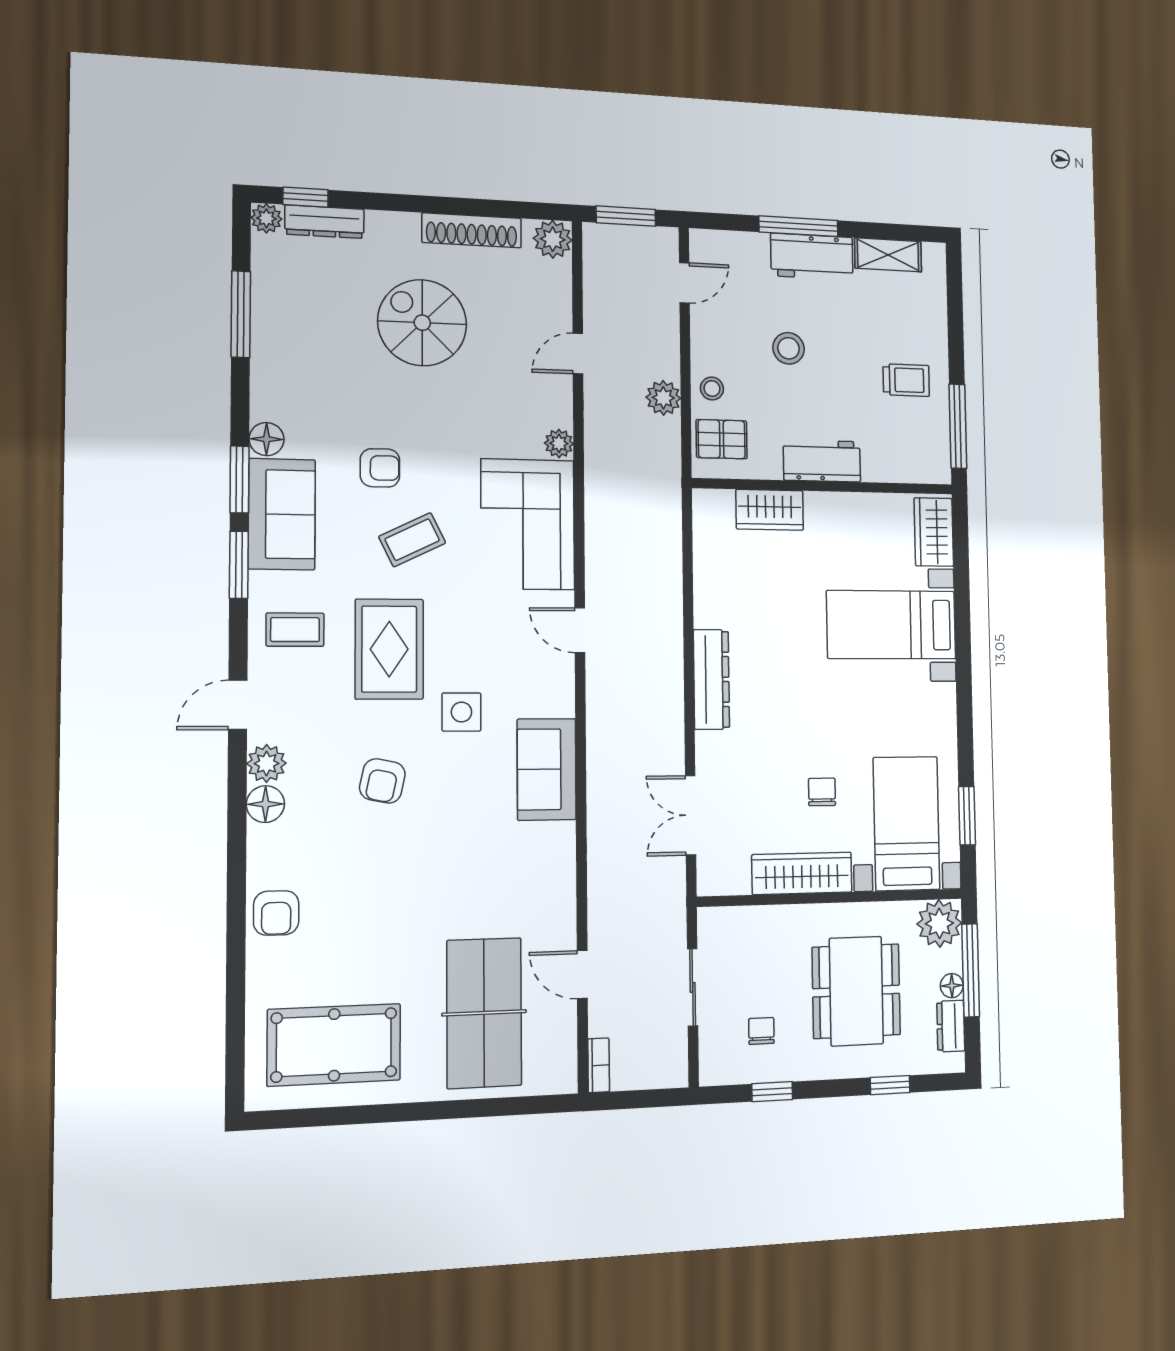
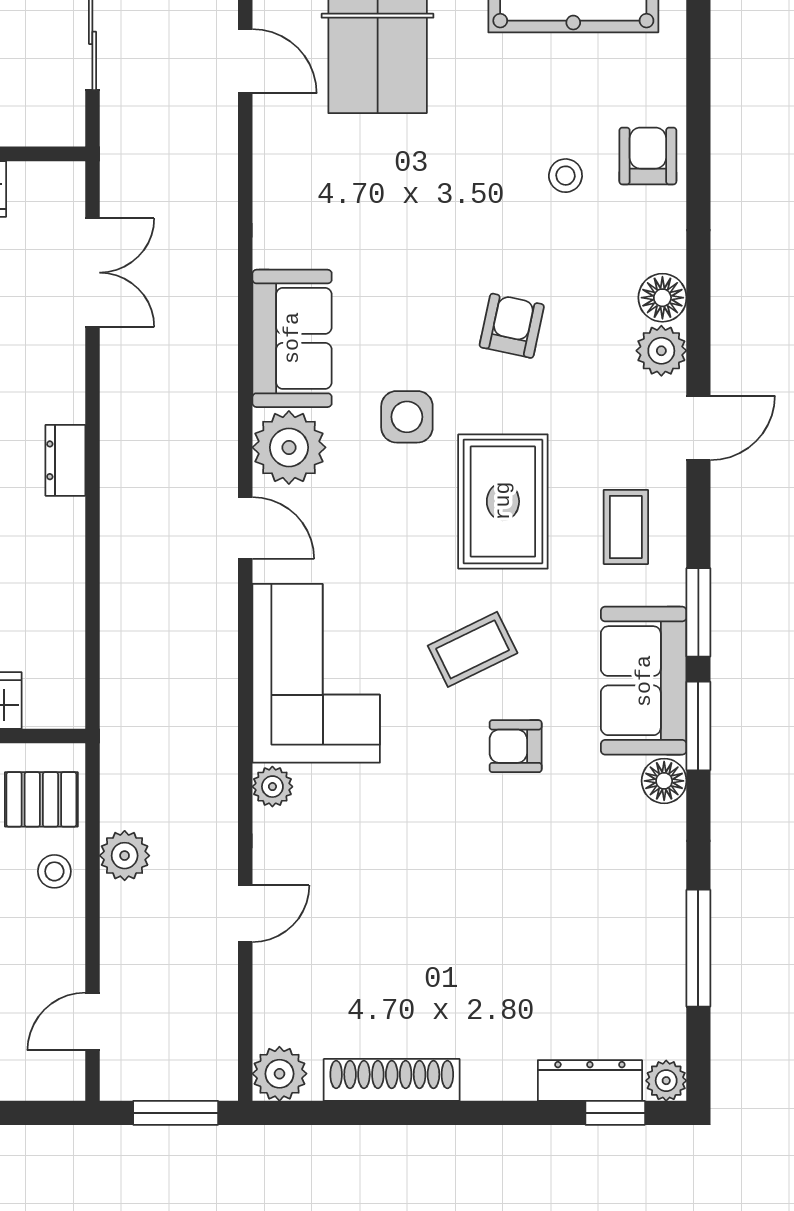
spiral stairs: (422, 323) -> (459, 947), removed
coffee table: (295, 630) -> (626, 527), turned 90
dresser: (711, 679) -> (65, 460), width x0.51, depth x0.80
plant: (548, 689) -> (289, 447), added
stool: (341, 896) -> (565, 176), added

